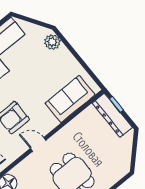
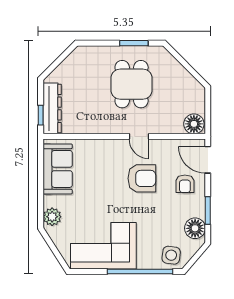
sofa: (70, 99) -> (58, 169), moved, turned -90

